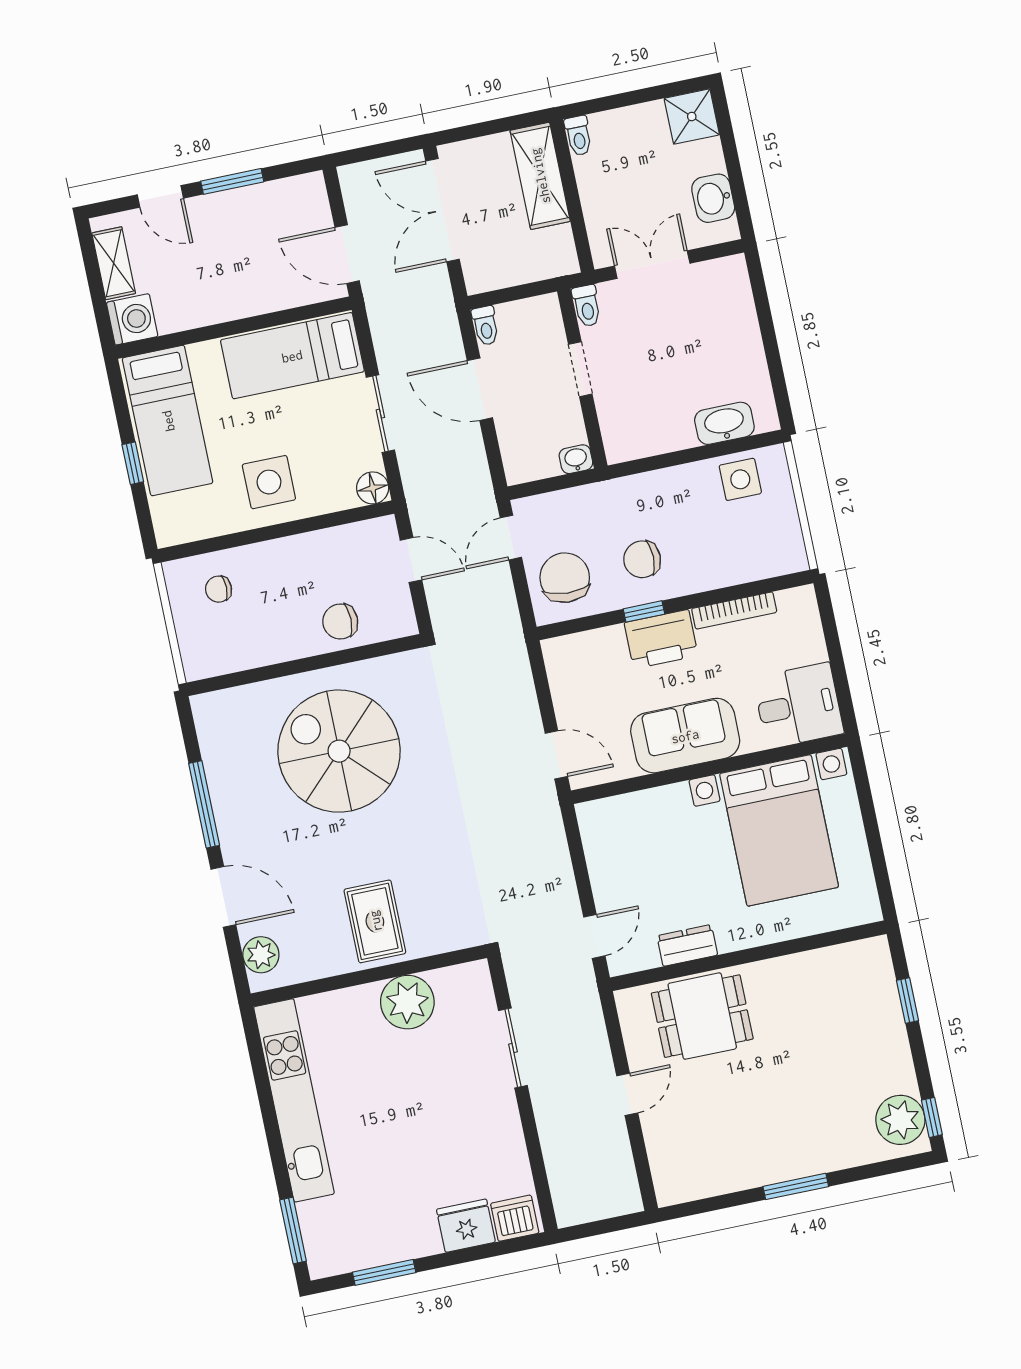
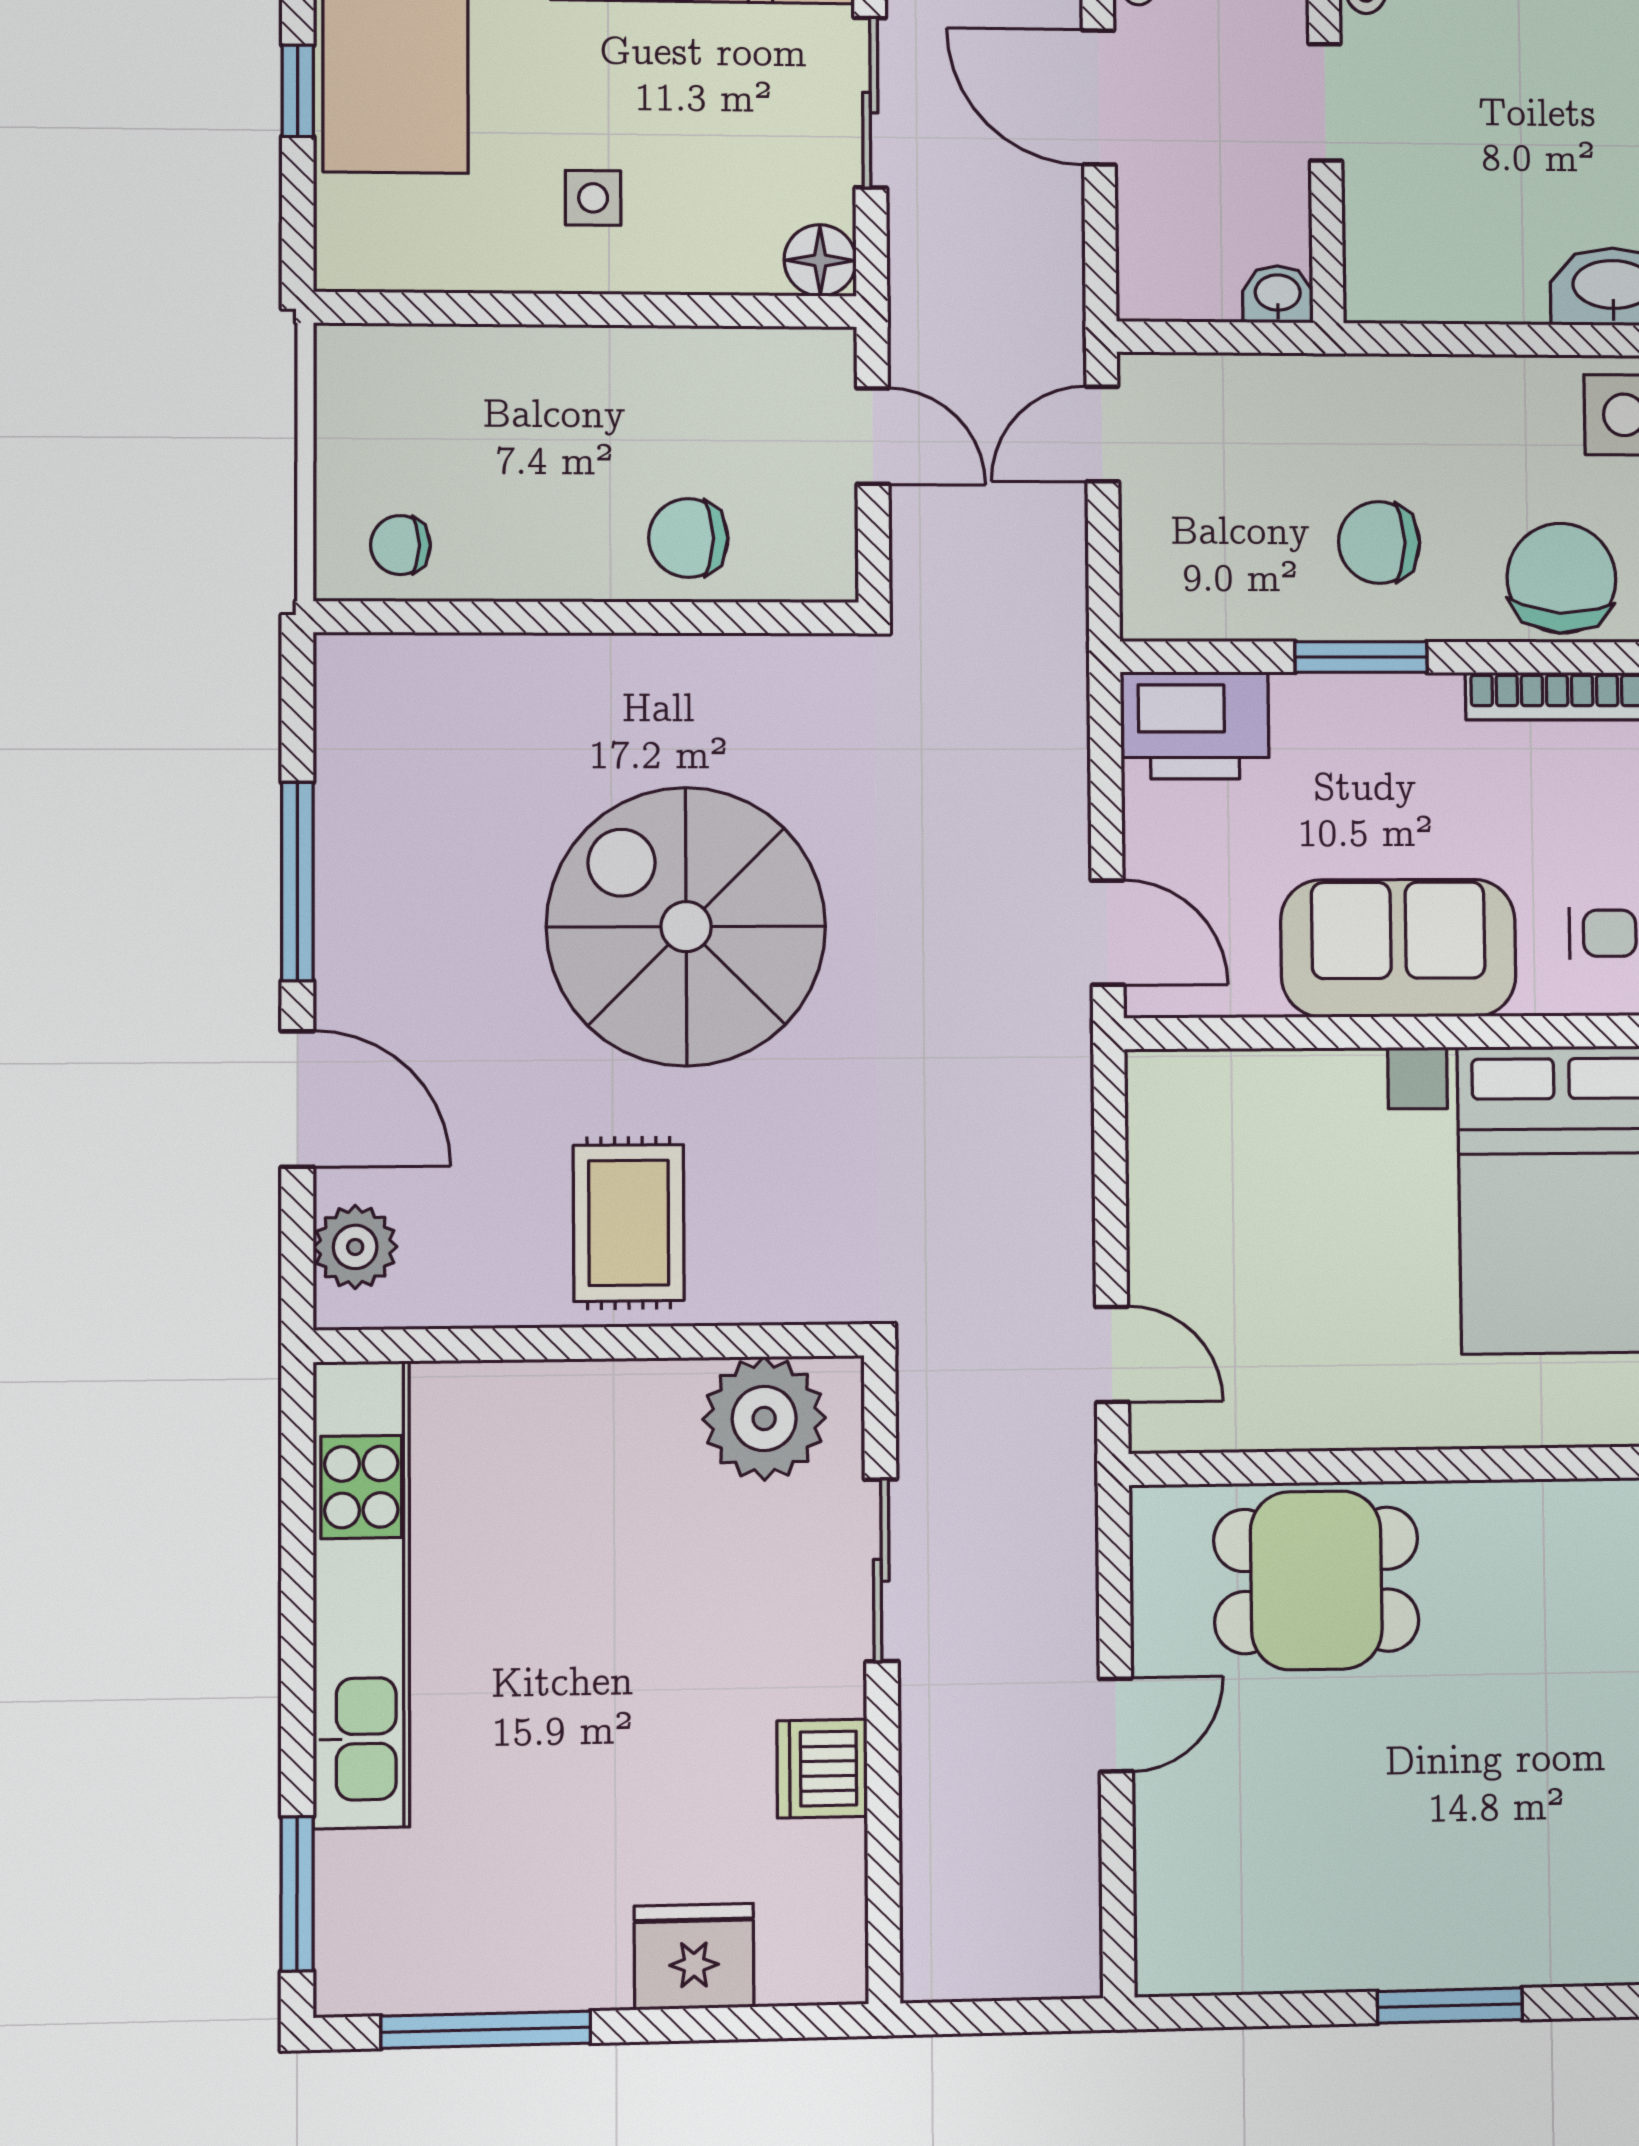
side table: (269, 482) -> (593, 198), width x0.54, depth x0.54
chair: (565, 578) -> (1561, 578), moved
chair: (219, 589) -> (400, 545), moved
window: (644, 611) -> (1361, 657), width x1.50
printer: (661, 639) -> (1195, 725), moved
spiral stairs: (339, 751) -> (686, 927), moved
door: (594, 936) -> (1112, 1354), hinge flipped
dresser: (687, 945) -> (1314, 1415), removed
plant: (407, 1002) -> (764, 1418), moved
dishwasher: (515, 1218) -> (822, 1769), moved, turned -90
window: (384, 1272) -> (486, 2030), width x1.44

